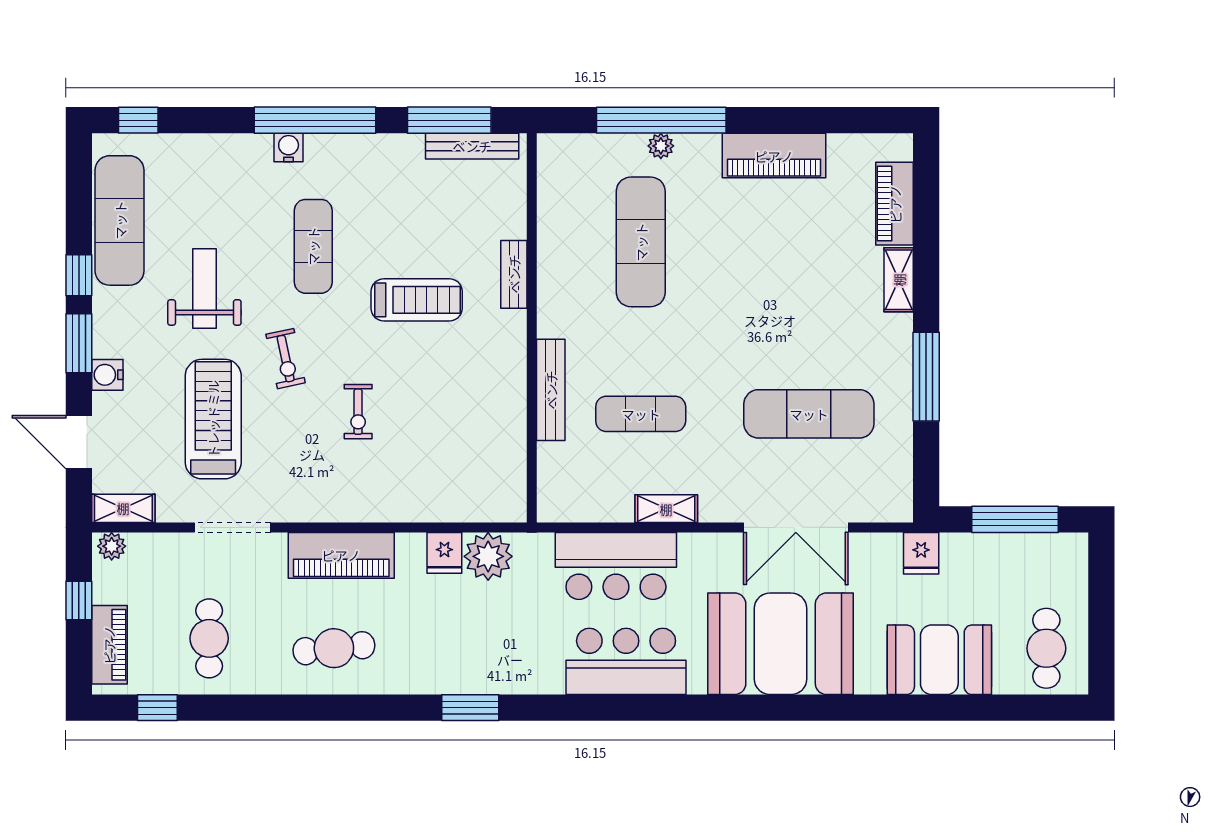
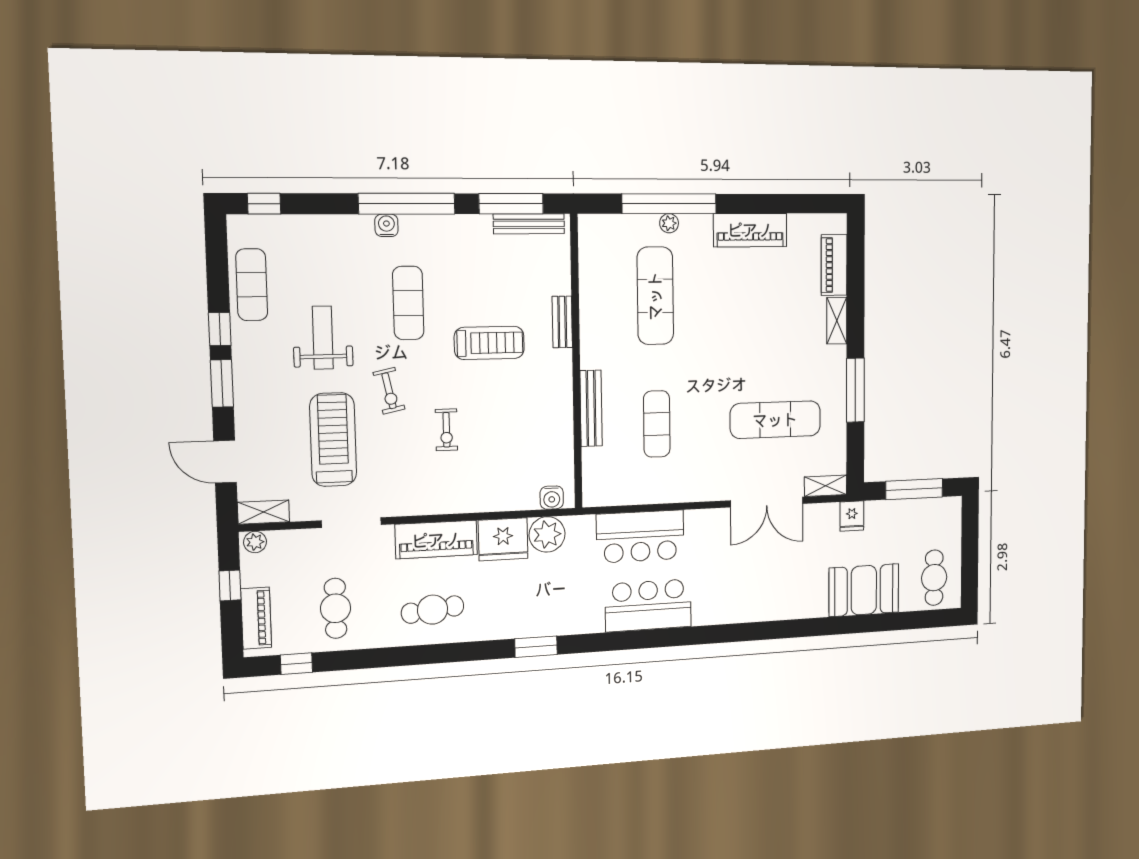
exercise mat: (120, 220) -> (252, 285), width x0.73, depth x0.69
water cooler: (107, 375) -> (552, 498), moved, turned -90
exercise mat: (641, 414) -> (657, 424), turned 90
shelving: (666, 509) -> (826, 486), moved
fridge: (444, 553) -> (503, 539), width x1.88, depth x1.34
booth: (781, 644) -> (756, 586), removed

